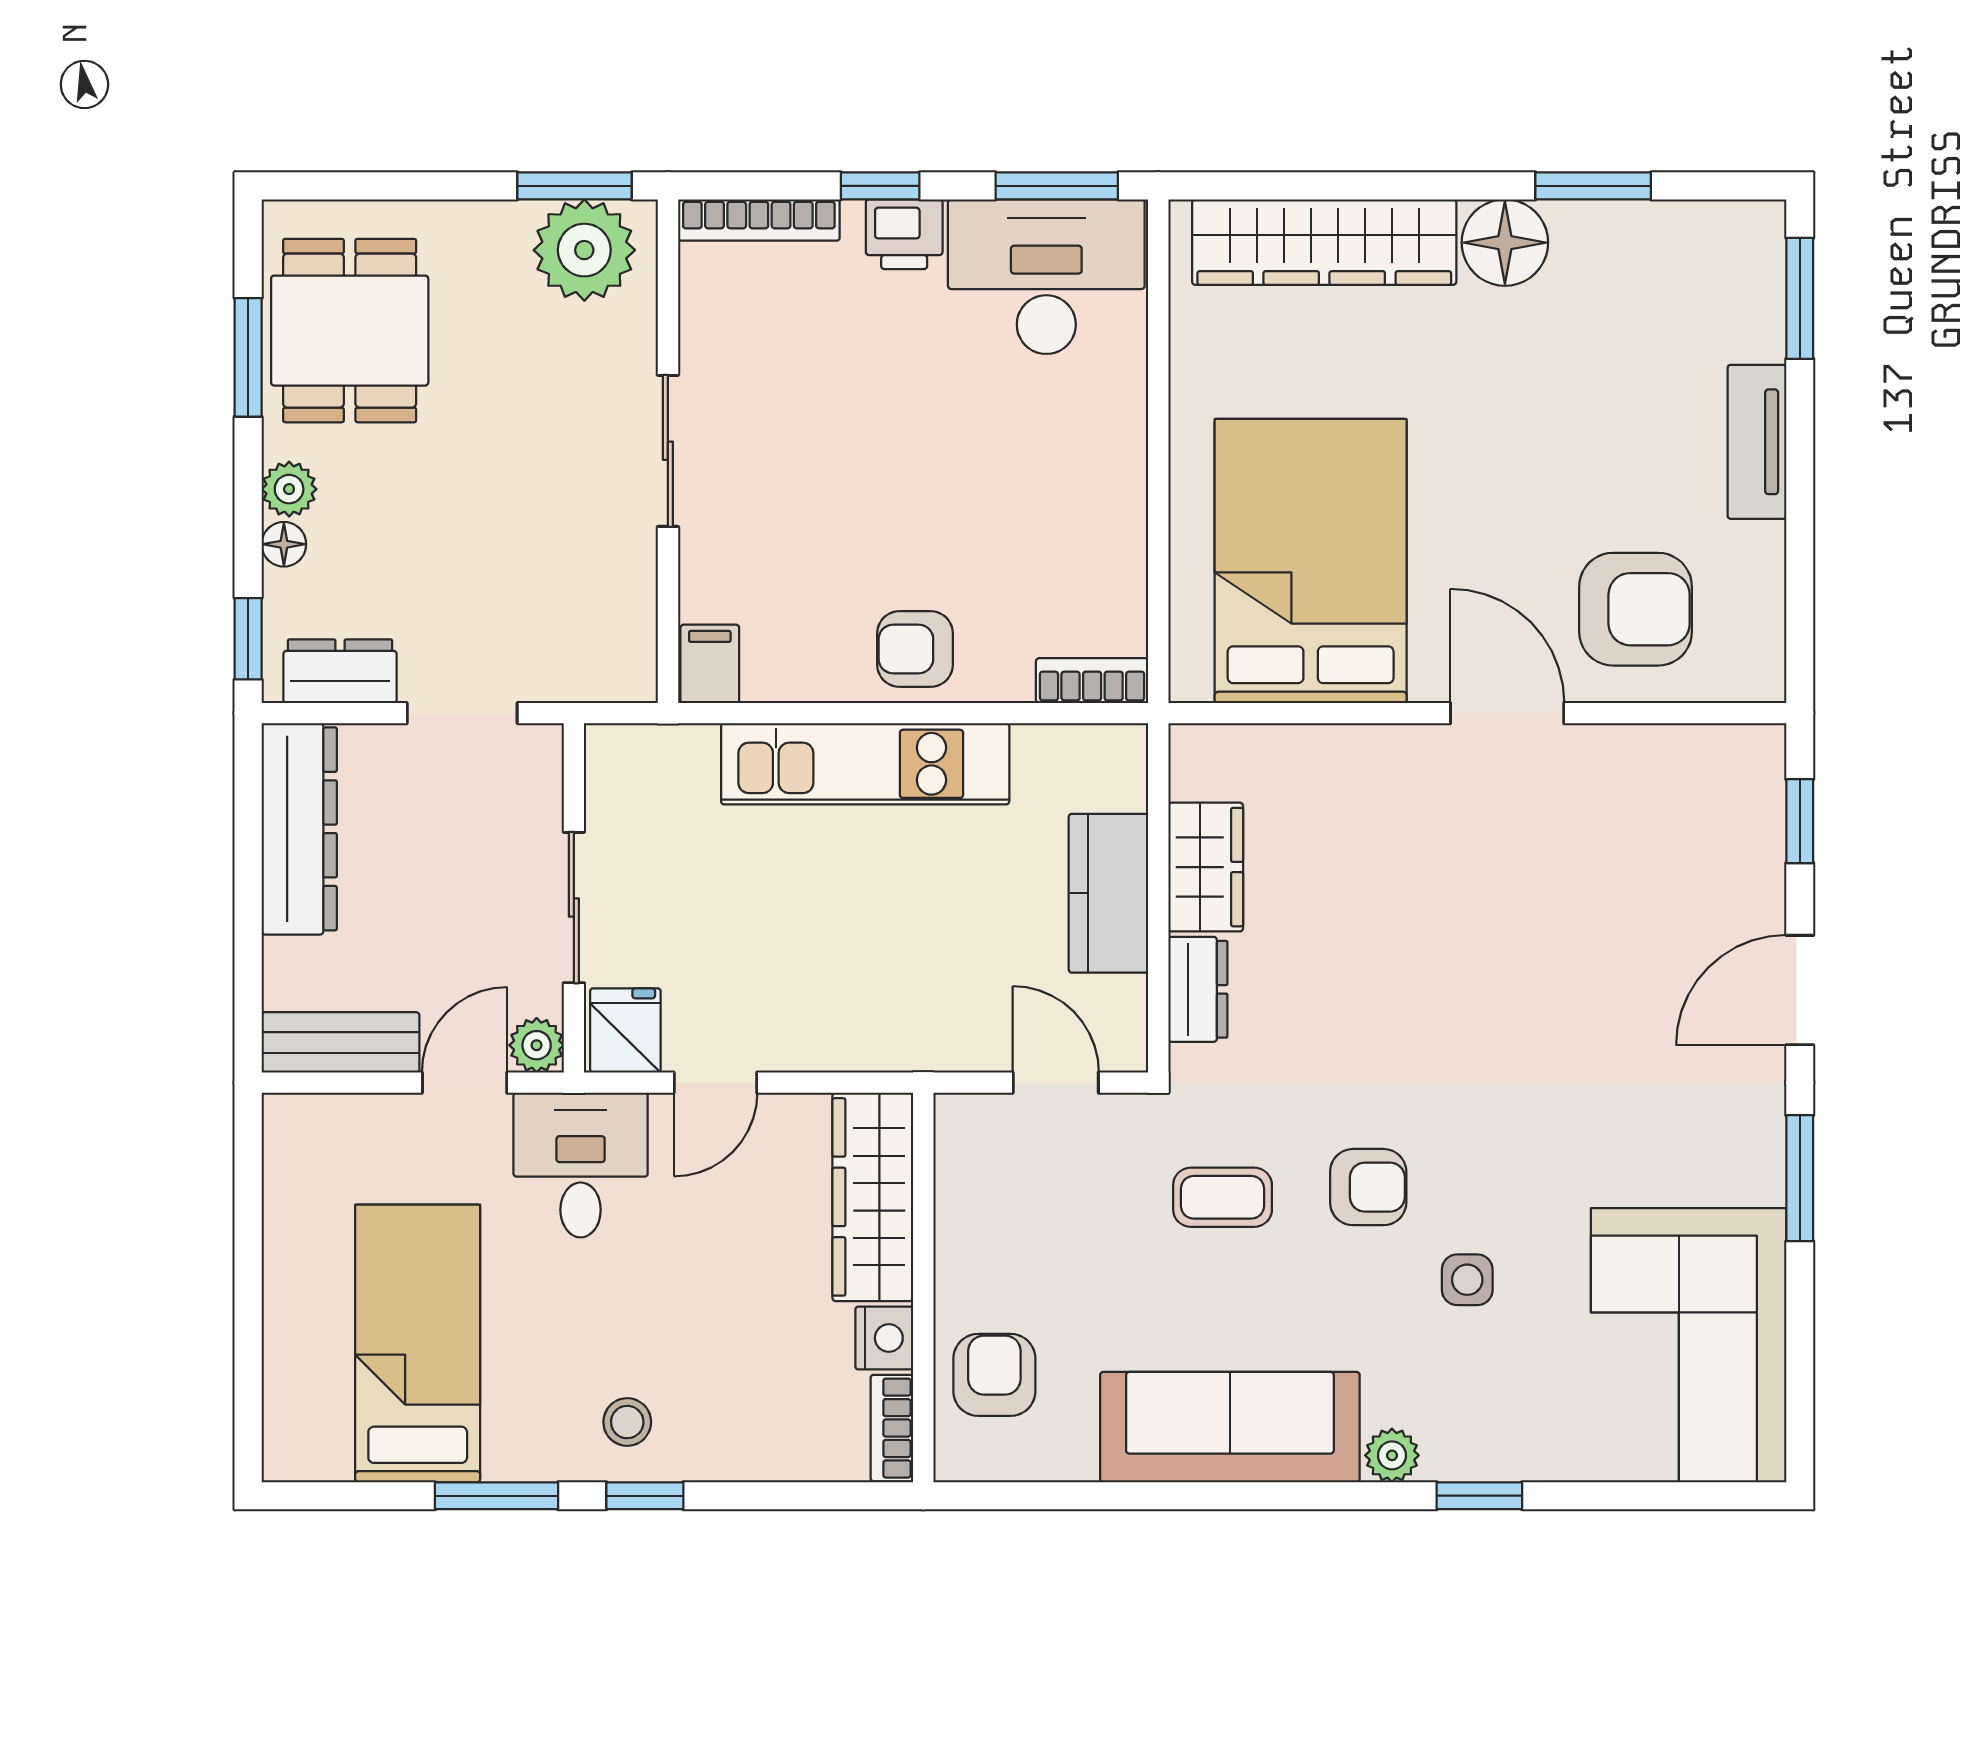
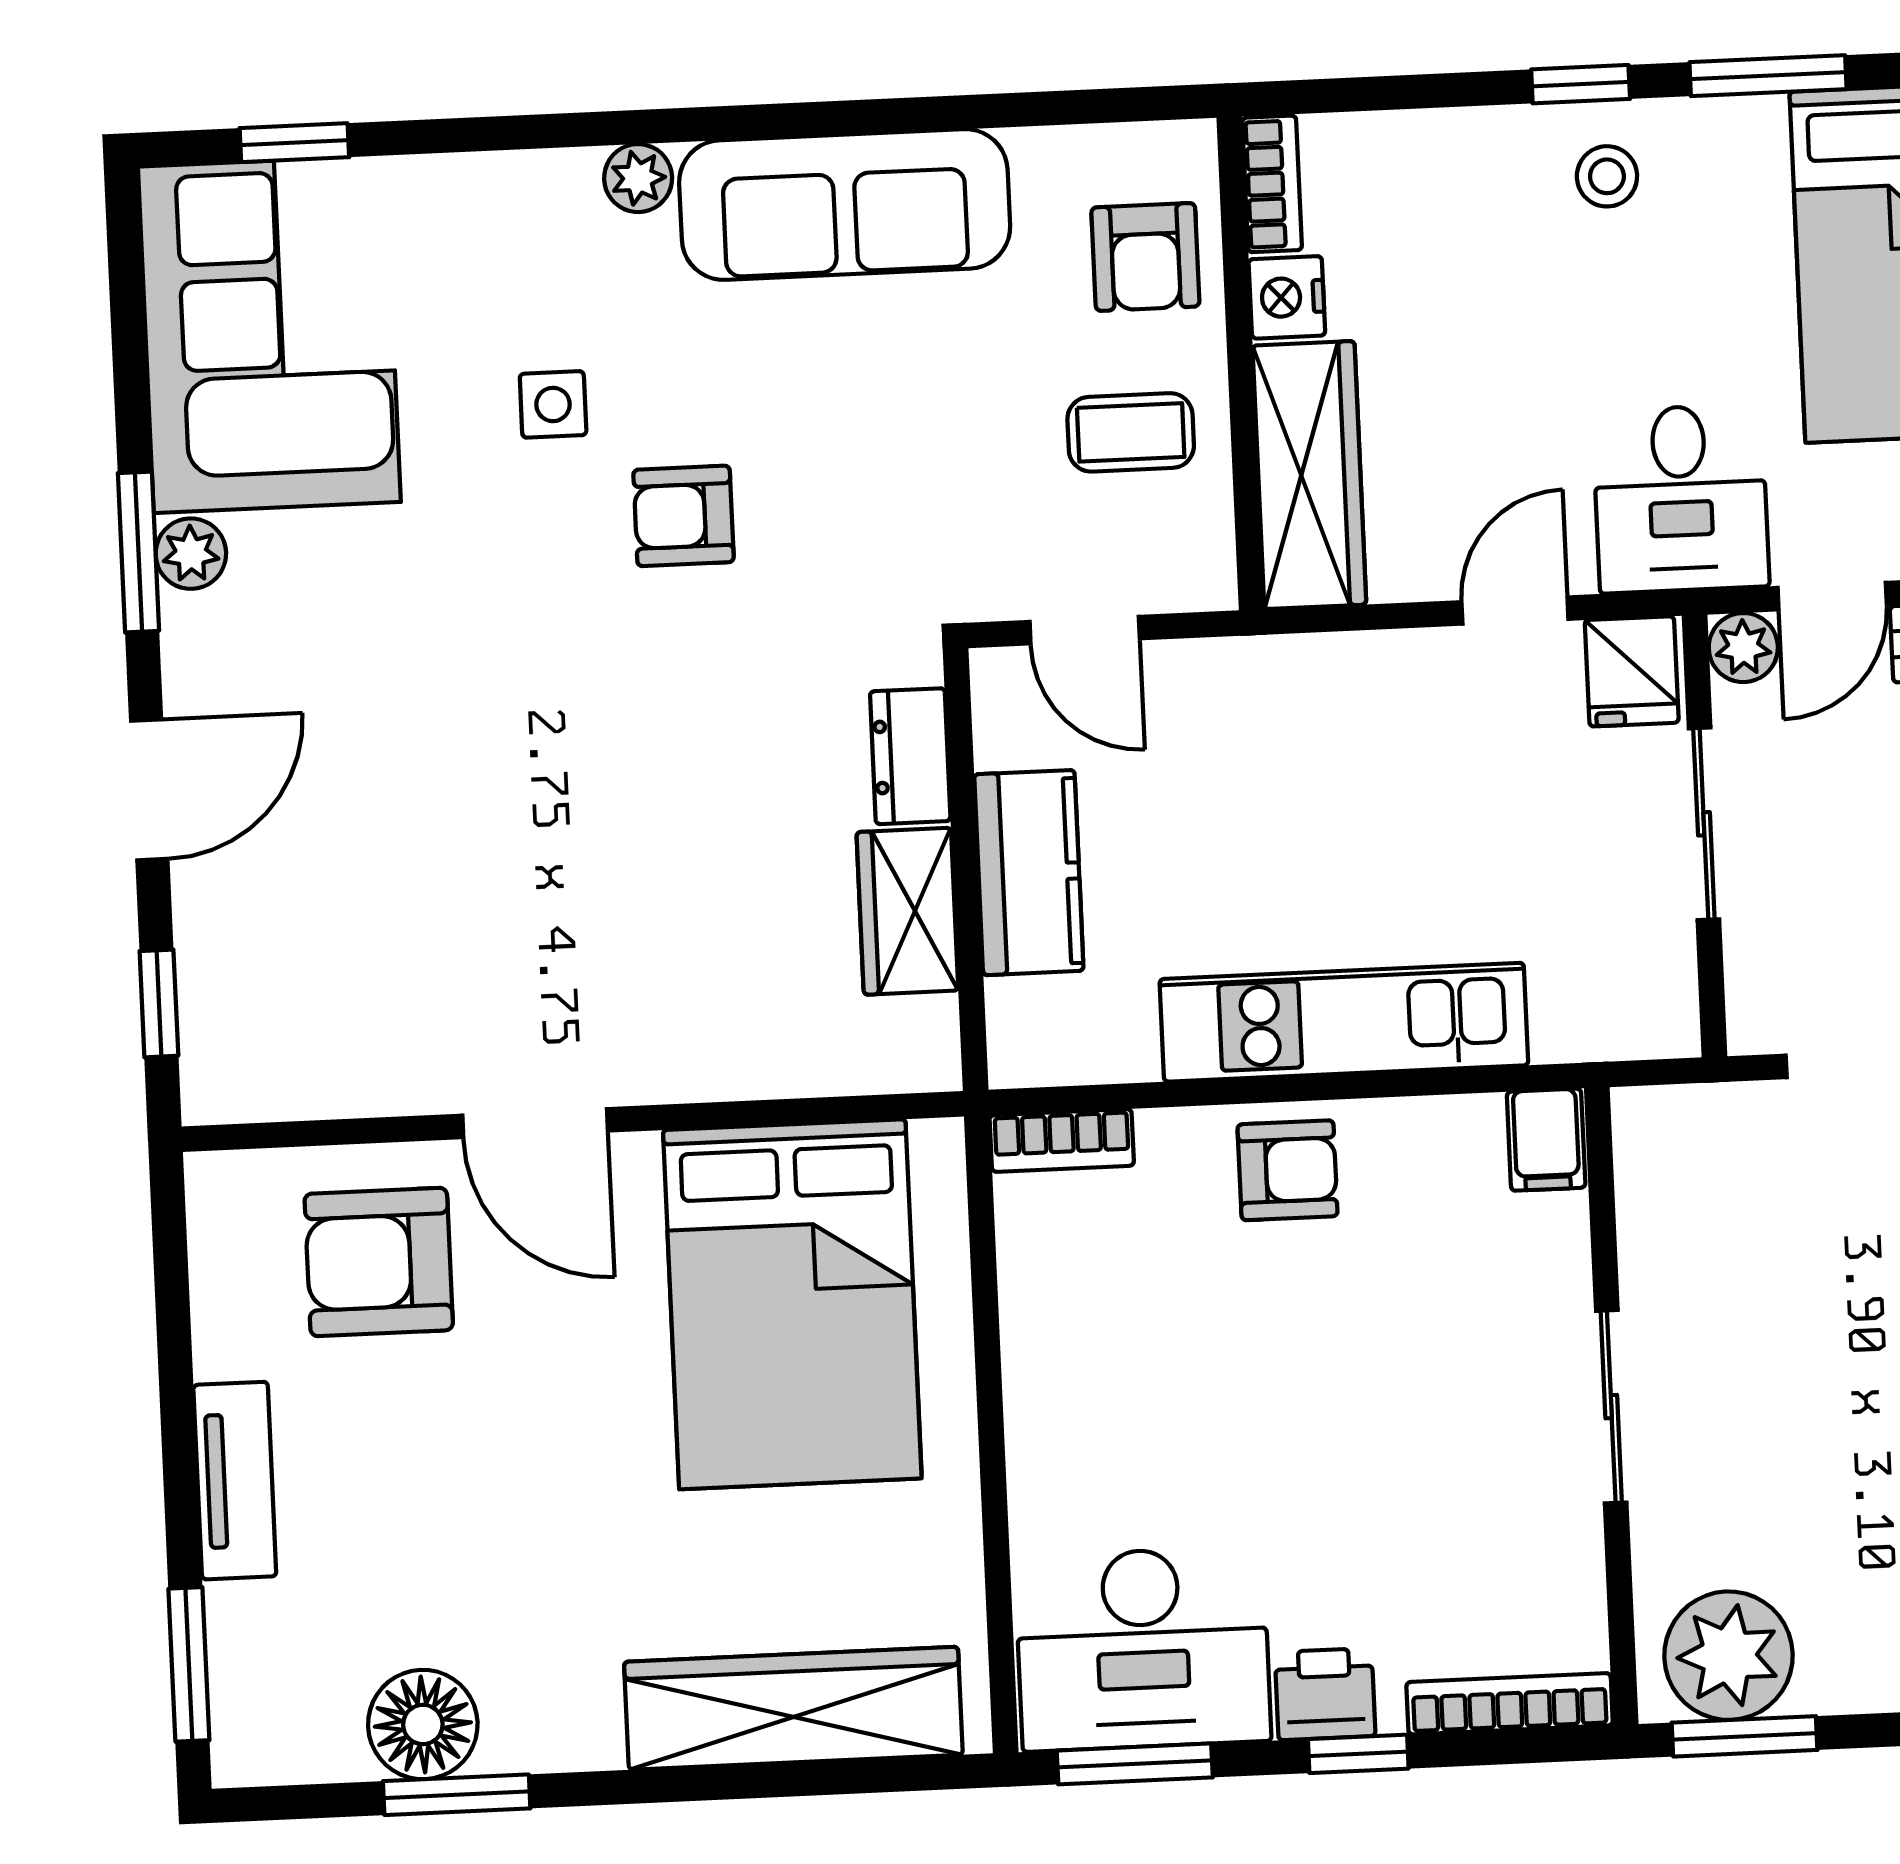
floor lamp: (1505, 243) -> (423, 1724), moved
plant: (1758, 1175) -> (191, 554), added
coffee table: (1223, 1197) -> (1131, 432), moved
window: (1479, 1496) -> (294, 143), moved

